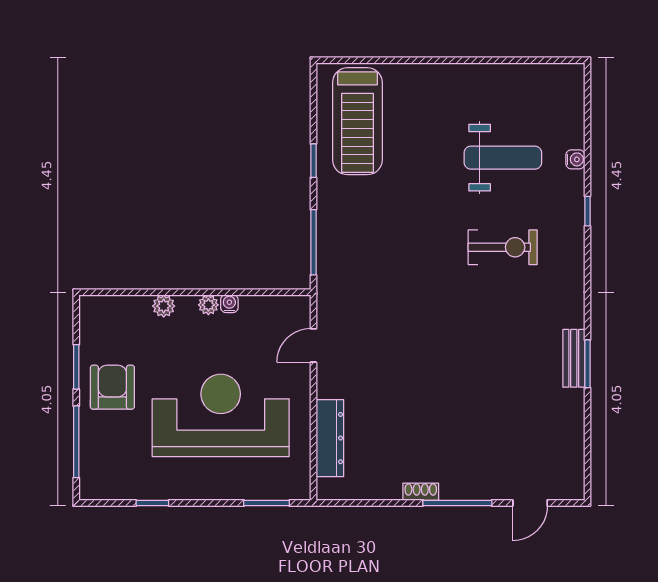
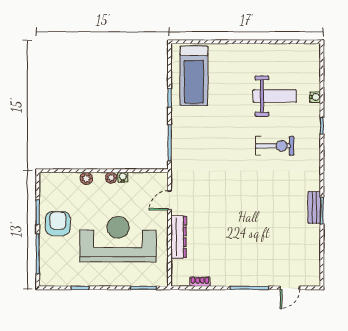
dresser: (330, 438) -> (179, 237), moved
shoe rack: (421, 492) -> (200, 282), moved

